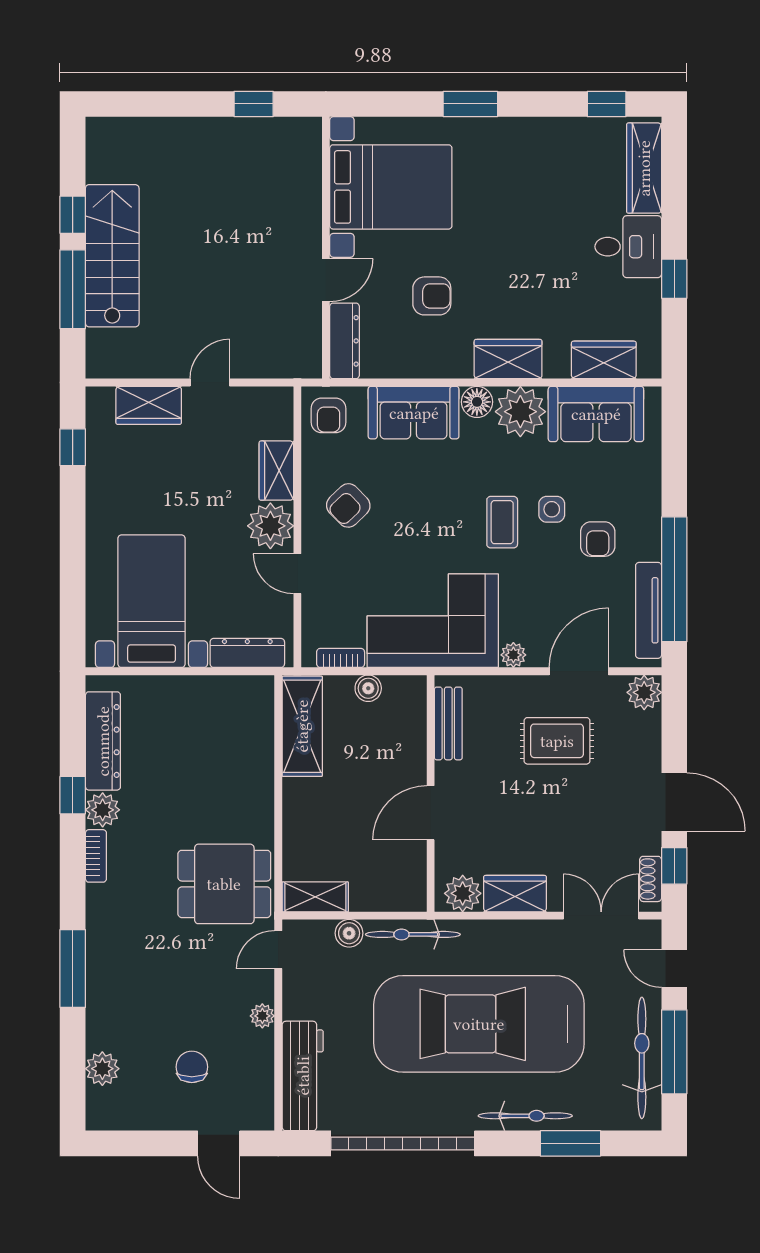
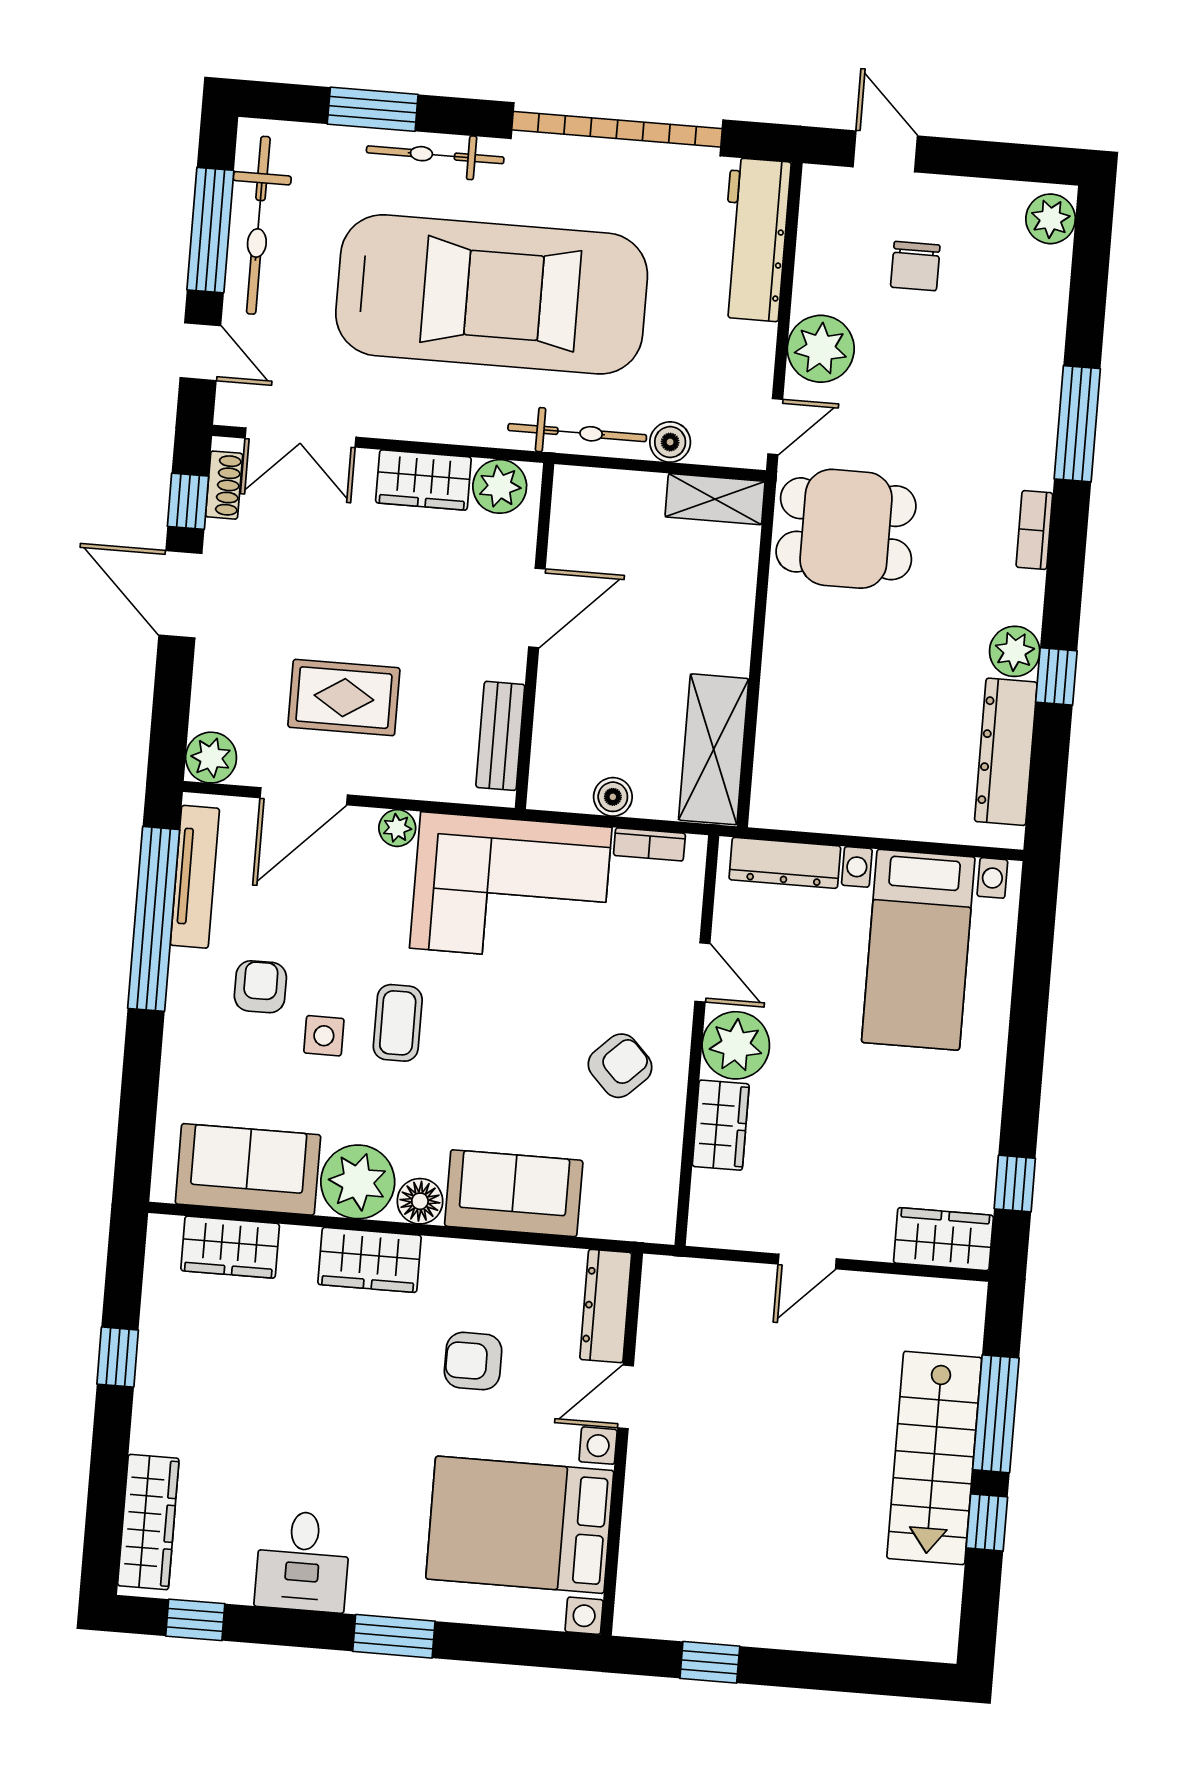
desk: (628, 247) -> (303, 1561), moved, turned -90
wardrobe: (149, 405) -> (943, 1239), moved
armchair: (329, 415) -> (638, 1199), removed
bookcase: (96, 856) -> (1034, 530), moved
plant: (262, 1016) -> (821, 349), width x1.88, depth x1.88
plant: (102, 1069) -> (1051, 219), moved

